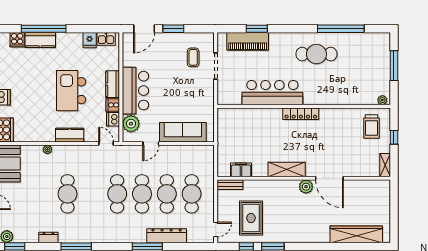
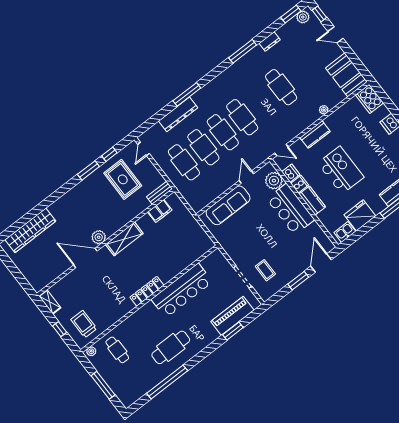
fridge: (90, 40) -> (360, 215), width x1.88, depth x1.34
cafe table: (361, 85) -> (117, 350), added

